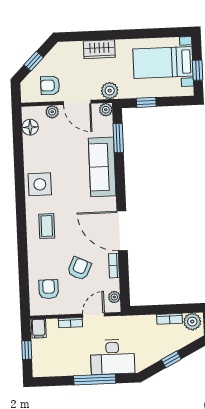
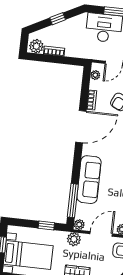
door: (77, 102) -> (101, 234), hinge flipped
window: (118, 138) -> (73, 201), width x1.44
door: (122, 231) -> (81, 127), hinge flipped

